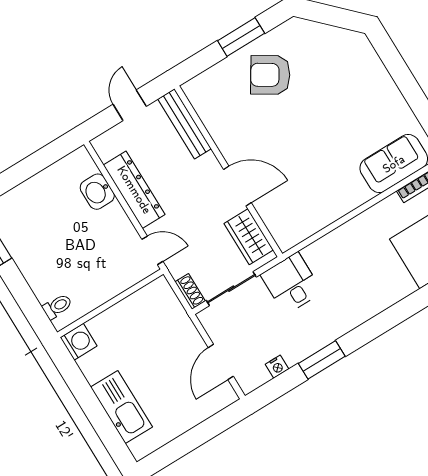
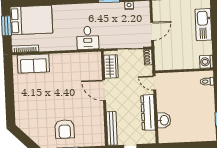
armchair: (270, 75) -> (65, 129), turned 58
desk: (291, 283) -> (88, 38), moved
door: (221, 362) -> (152, 31), moved

